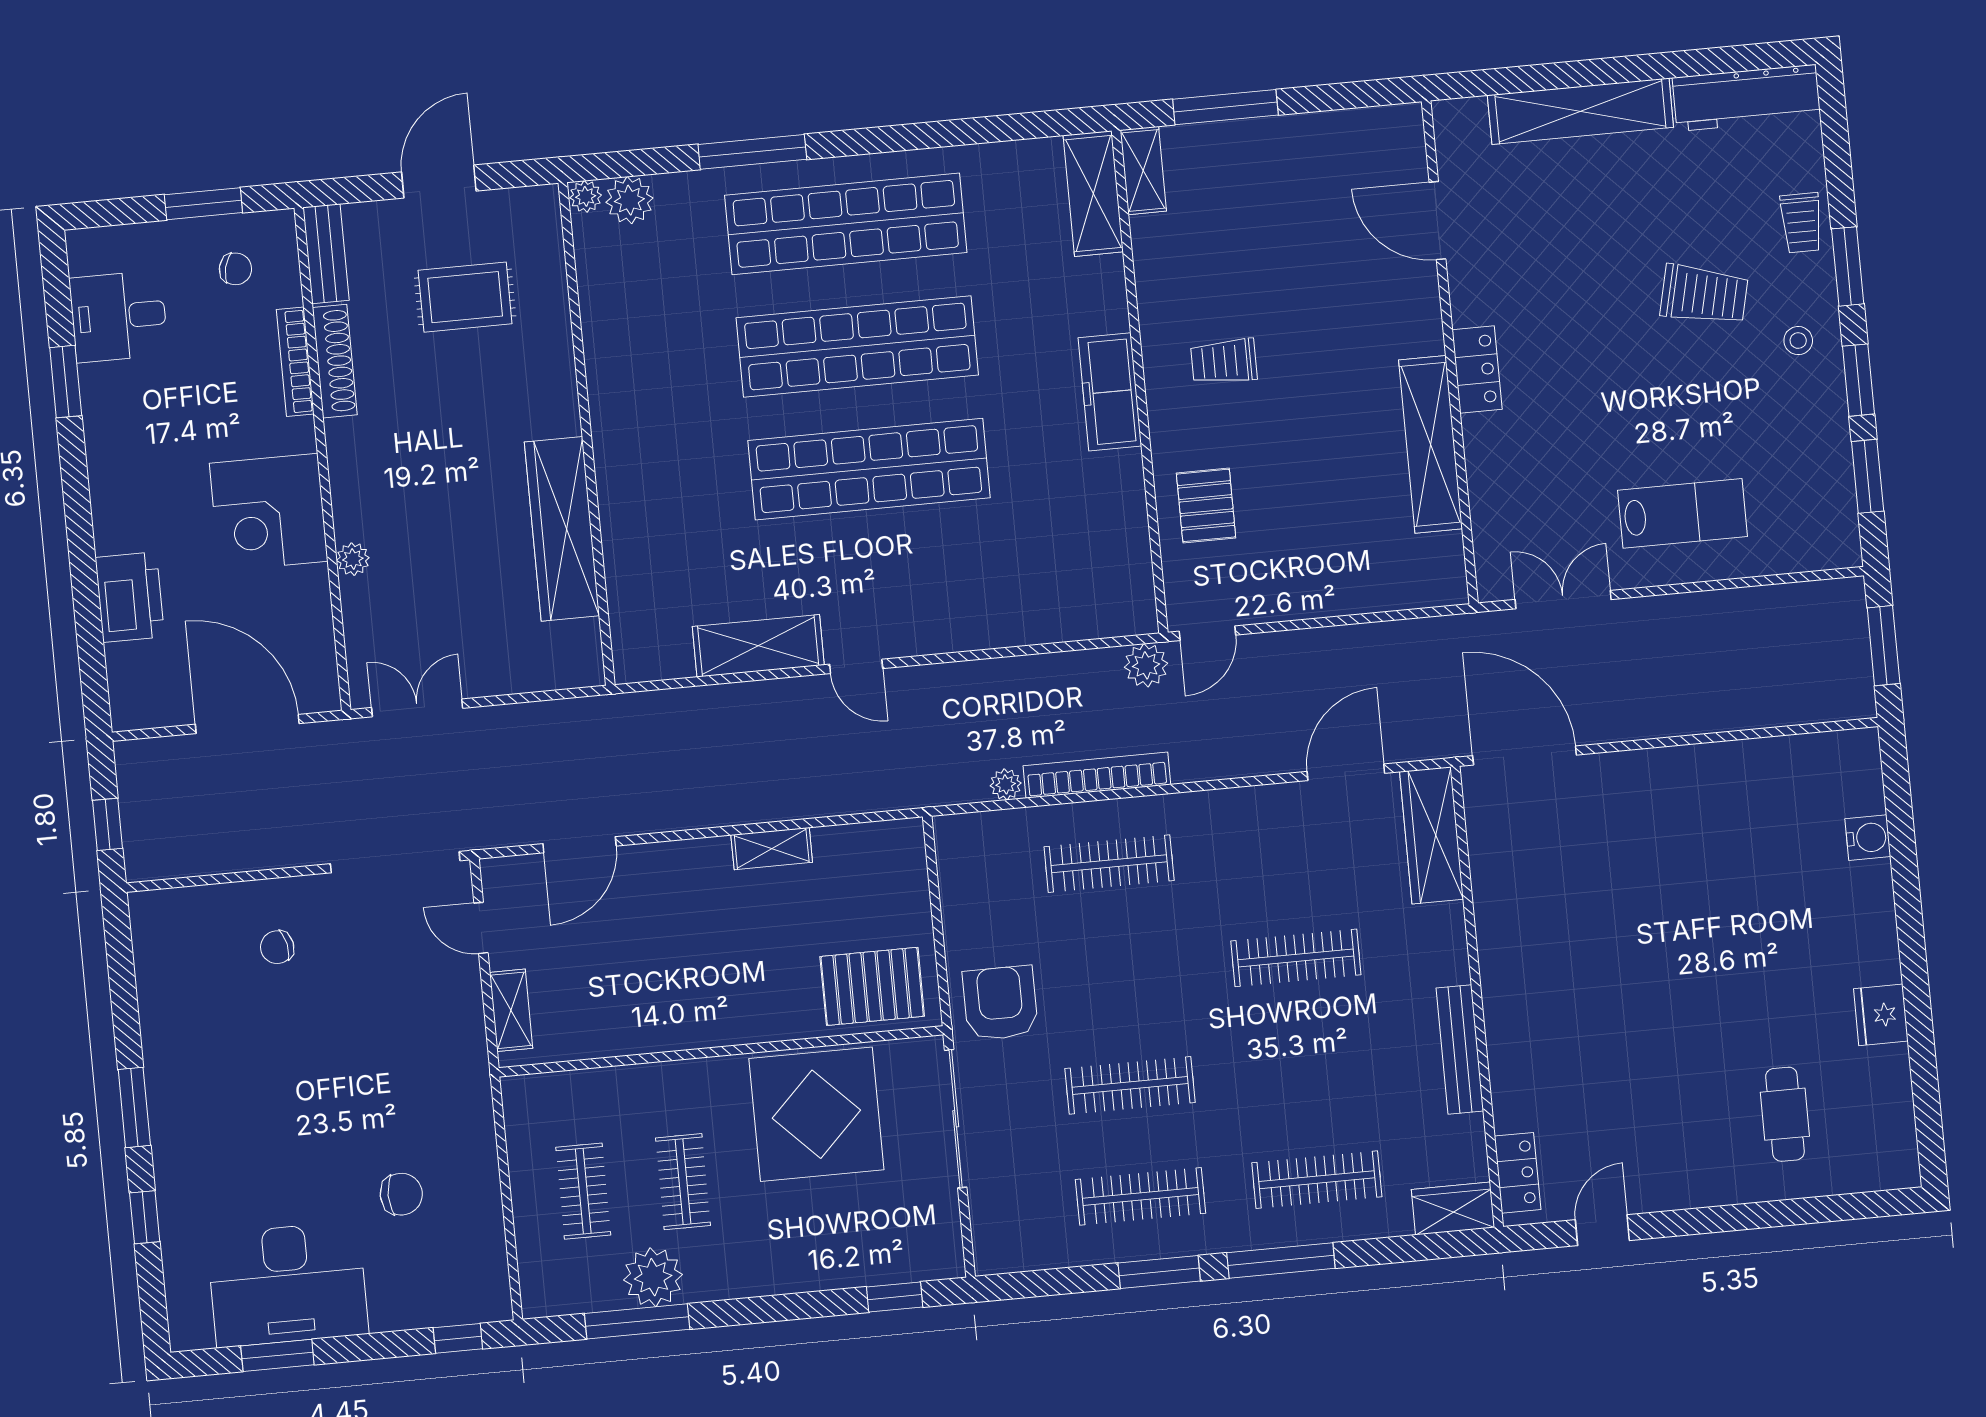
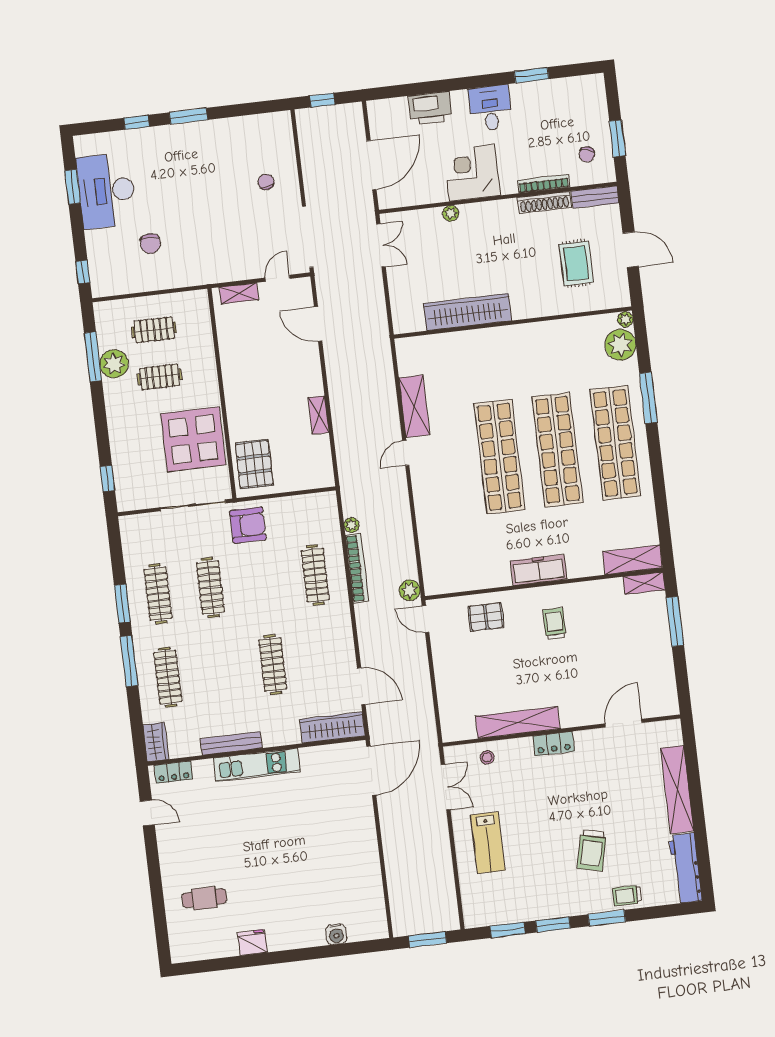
plant: (629, 200) -> (620, 345), width x1.36, depth x1.36
desk: (119, 316) -> (490, 108), moved
stool: (1798, 341) -> (487, 757), moved
kitchen unit: (1507, 996) -> (257, 765), added

